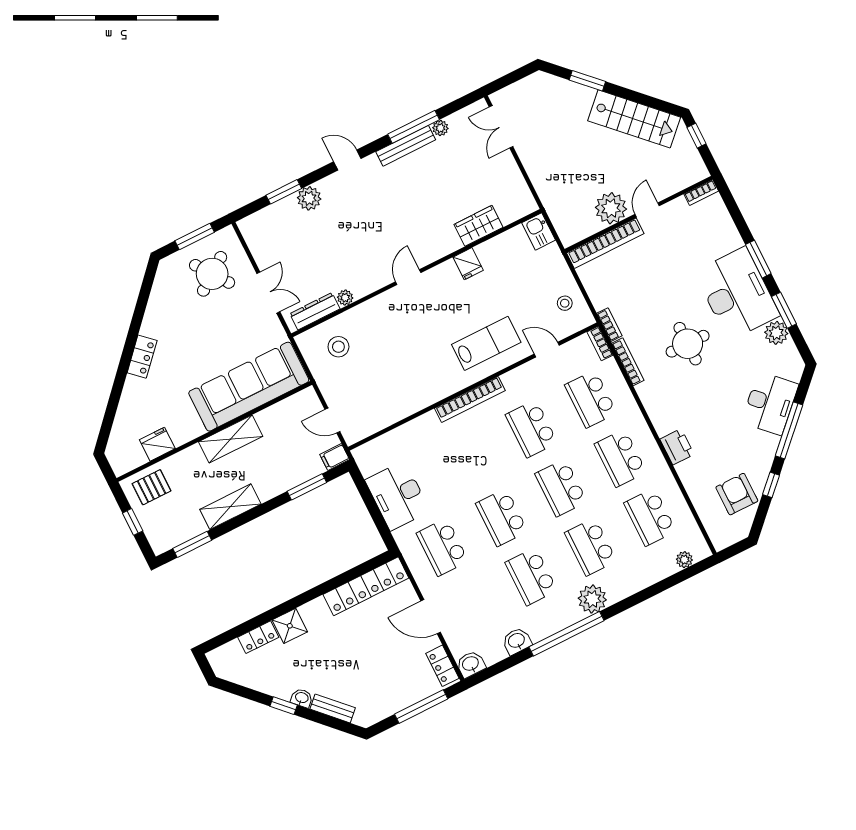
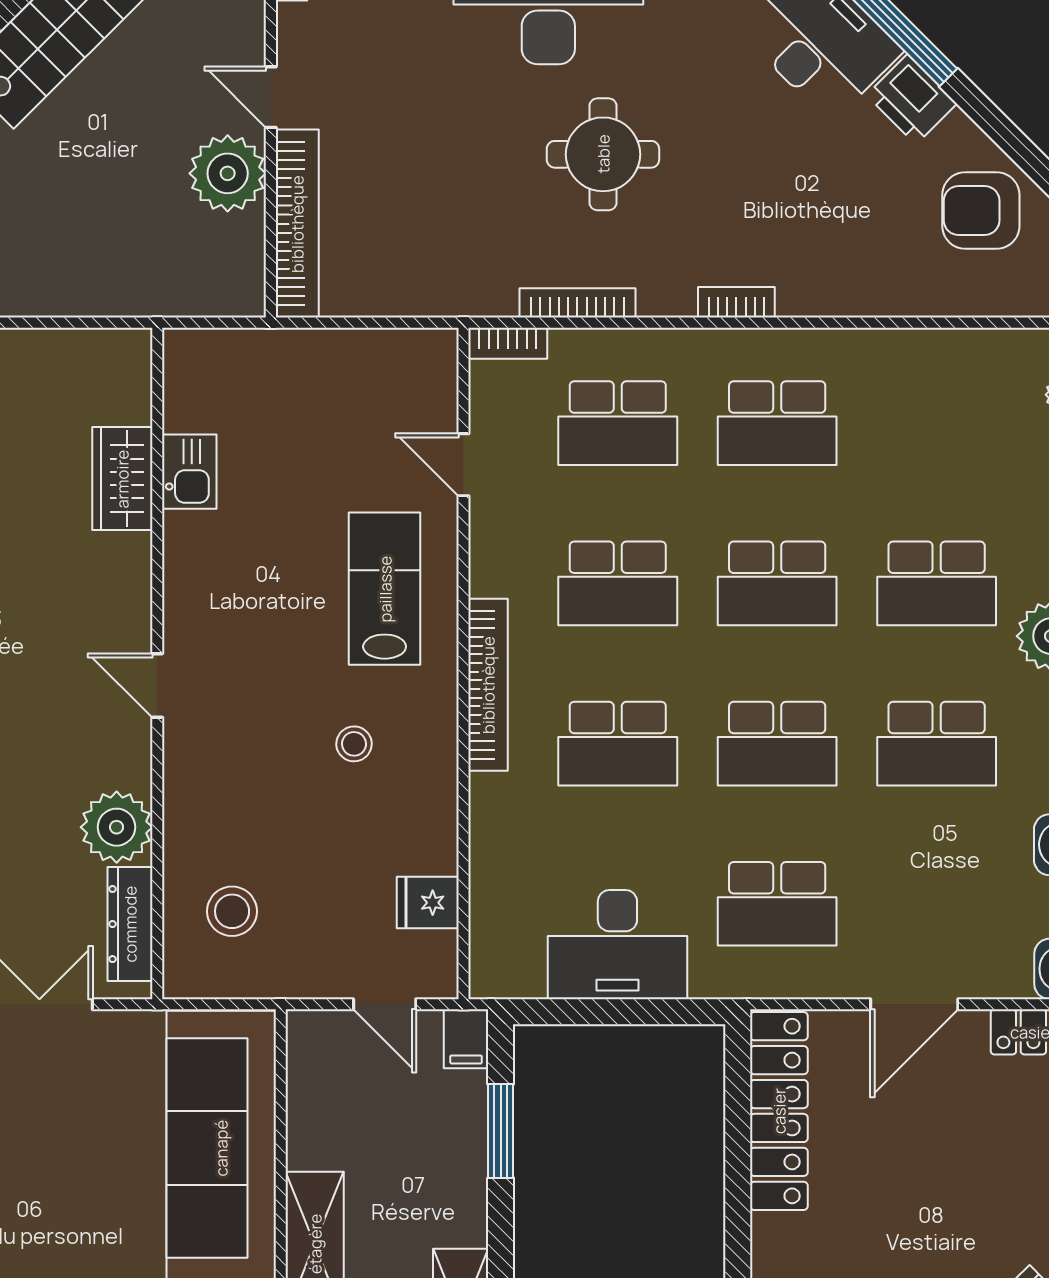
kitchen sink: (539, 231) -> (189, 472), moved, turned -90
fridge: (468, 264) -> (428, 903), moved, turned 180
plant: (345, 298) -> (117, 827), width x1.87, depth x1.87
stool: (565, 303) -> (354, 744), moved
bookcase: (609, 325) -> (736, 302), moved
door: (547, 350) -> (464, 465), hinge flipped
door: (332, 420) -> (385, 1004), hinge flipped
printer: (677, 447) -> (912, 99), moved, turned -135
window: (771, 485) -> (998, 127), removed
school desk: (650, 517) -> (618, 744), moved

